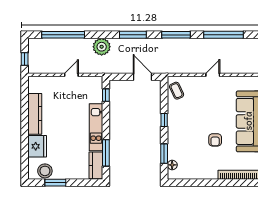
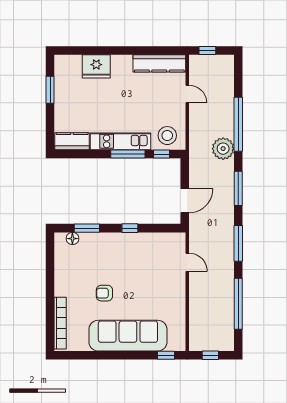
window: (63, 35) -> (238, 124), moved
door: (71, 75) -> (187, 94), moved
door: (213, 75) -> (187, 262), moved
coffee table: (177, 91) -> (167, 244), removed
kitchen counter: (35, 114) -> (159, 63), moved
window: (106, 153) -> (128, 154), moved
stool: (45, 171) -> (167, 136), moved

